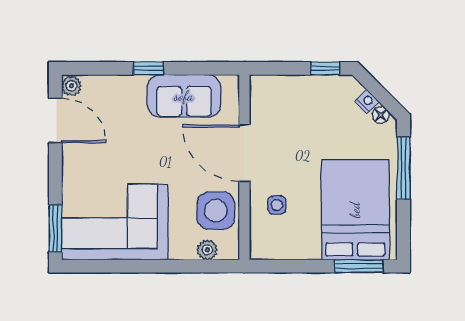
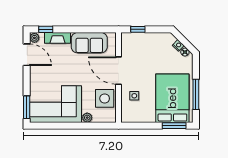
window: (148, 68) -> (46, 29), moved
window: (325, 68) -> (138, 29), moved
fireplace: (119, 86) -> (58, 38), added
window: (403, 168) -> (196, 94), moved
plant: (207, 250) -> (87, 118), moved

